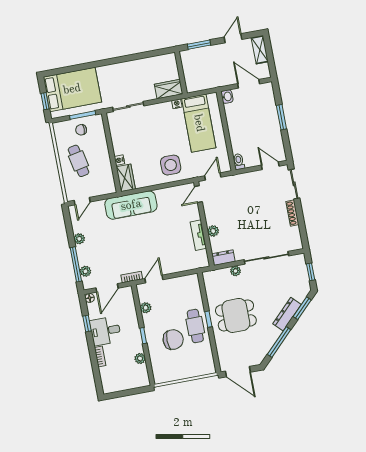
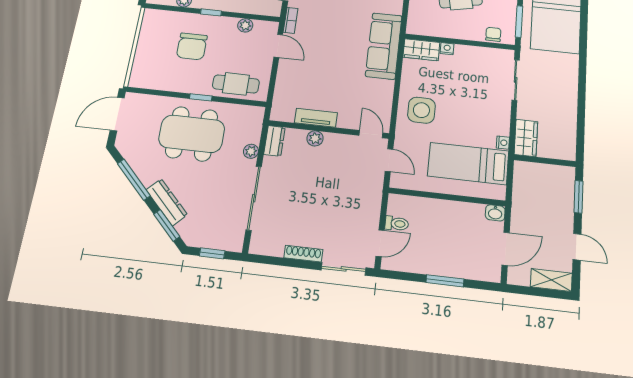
chair: (81, 130) -> (493, 34), moved
toilet: (239, 162) -> (397, 224), moved
dining table: (236, 315) -> (192, 134), width x1.38
cafe table: (195, 326) -> (236, 84), moved

